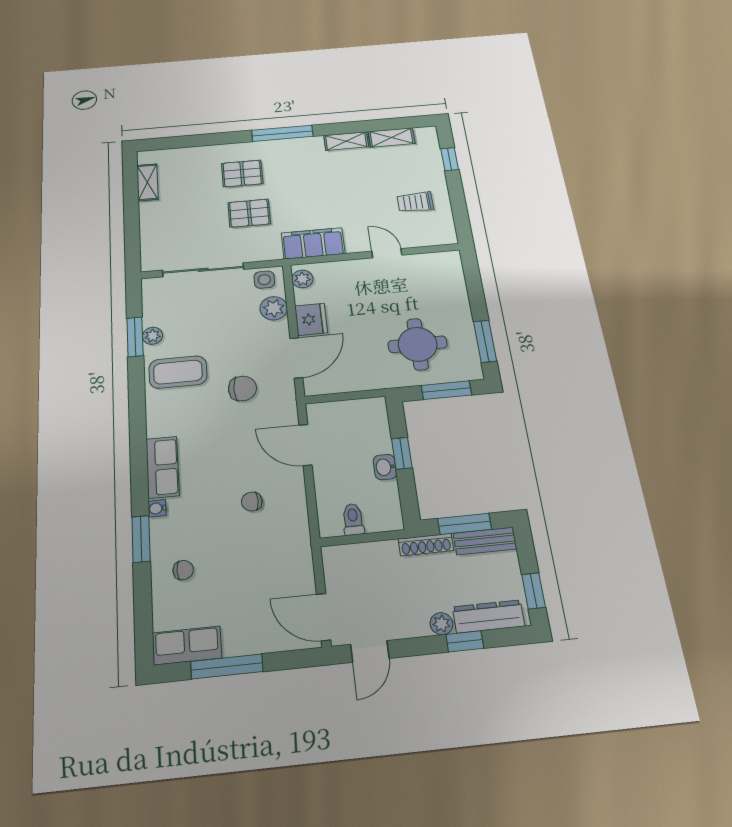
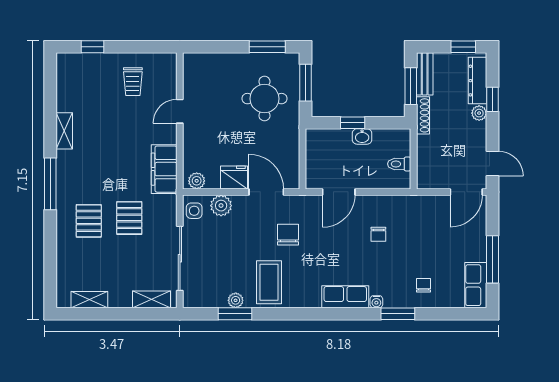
shelving: (392, 137) -> (151, 299), moved, turned 90

